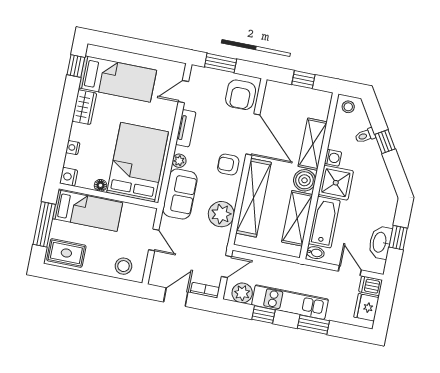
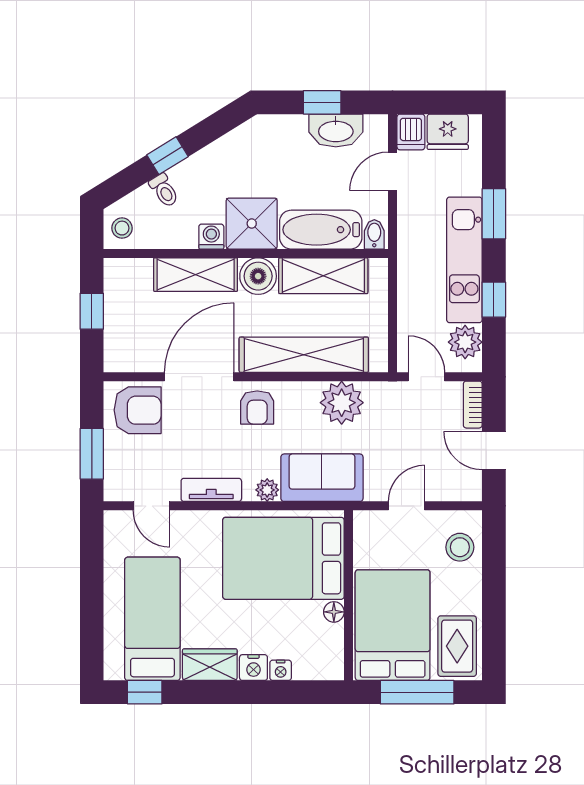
nightstand: (69, 177) -> (253, 668), moved
bed: (87, 211) -> (393, 625), width x1.50

